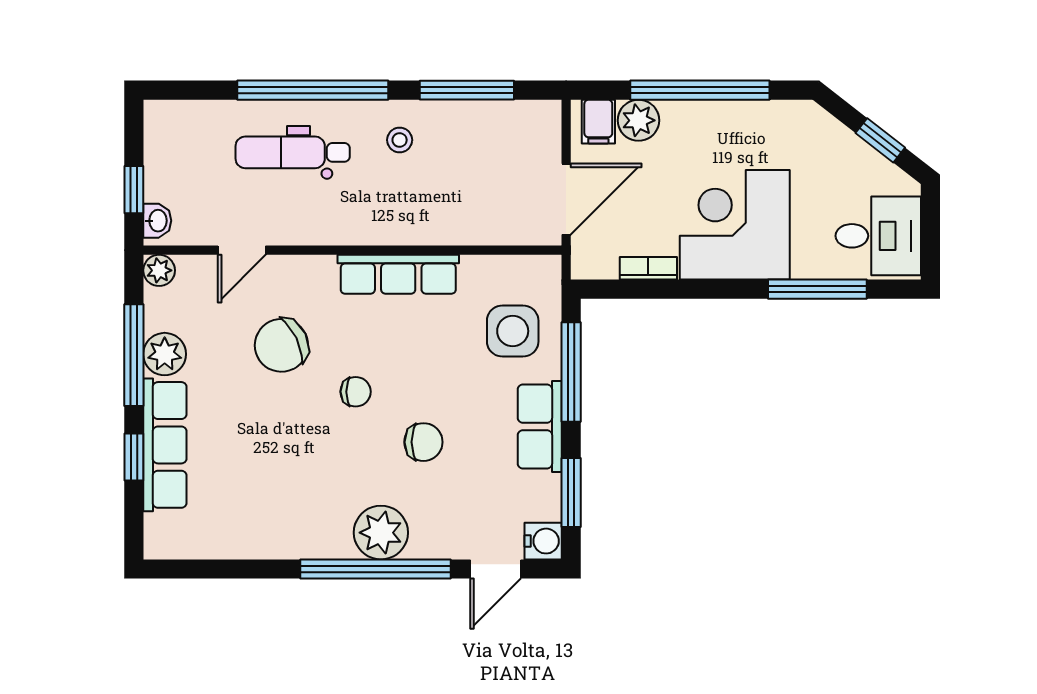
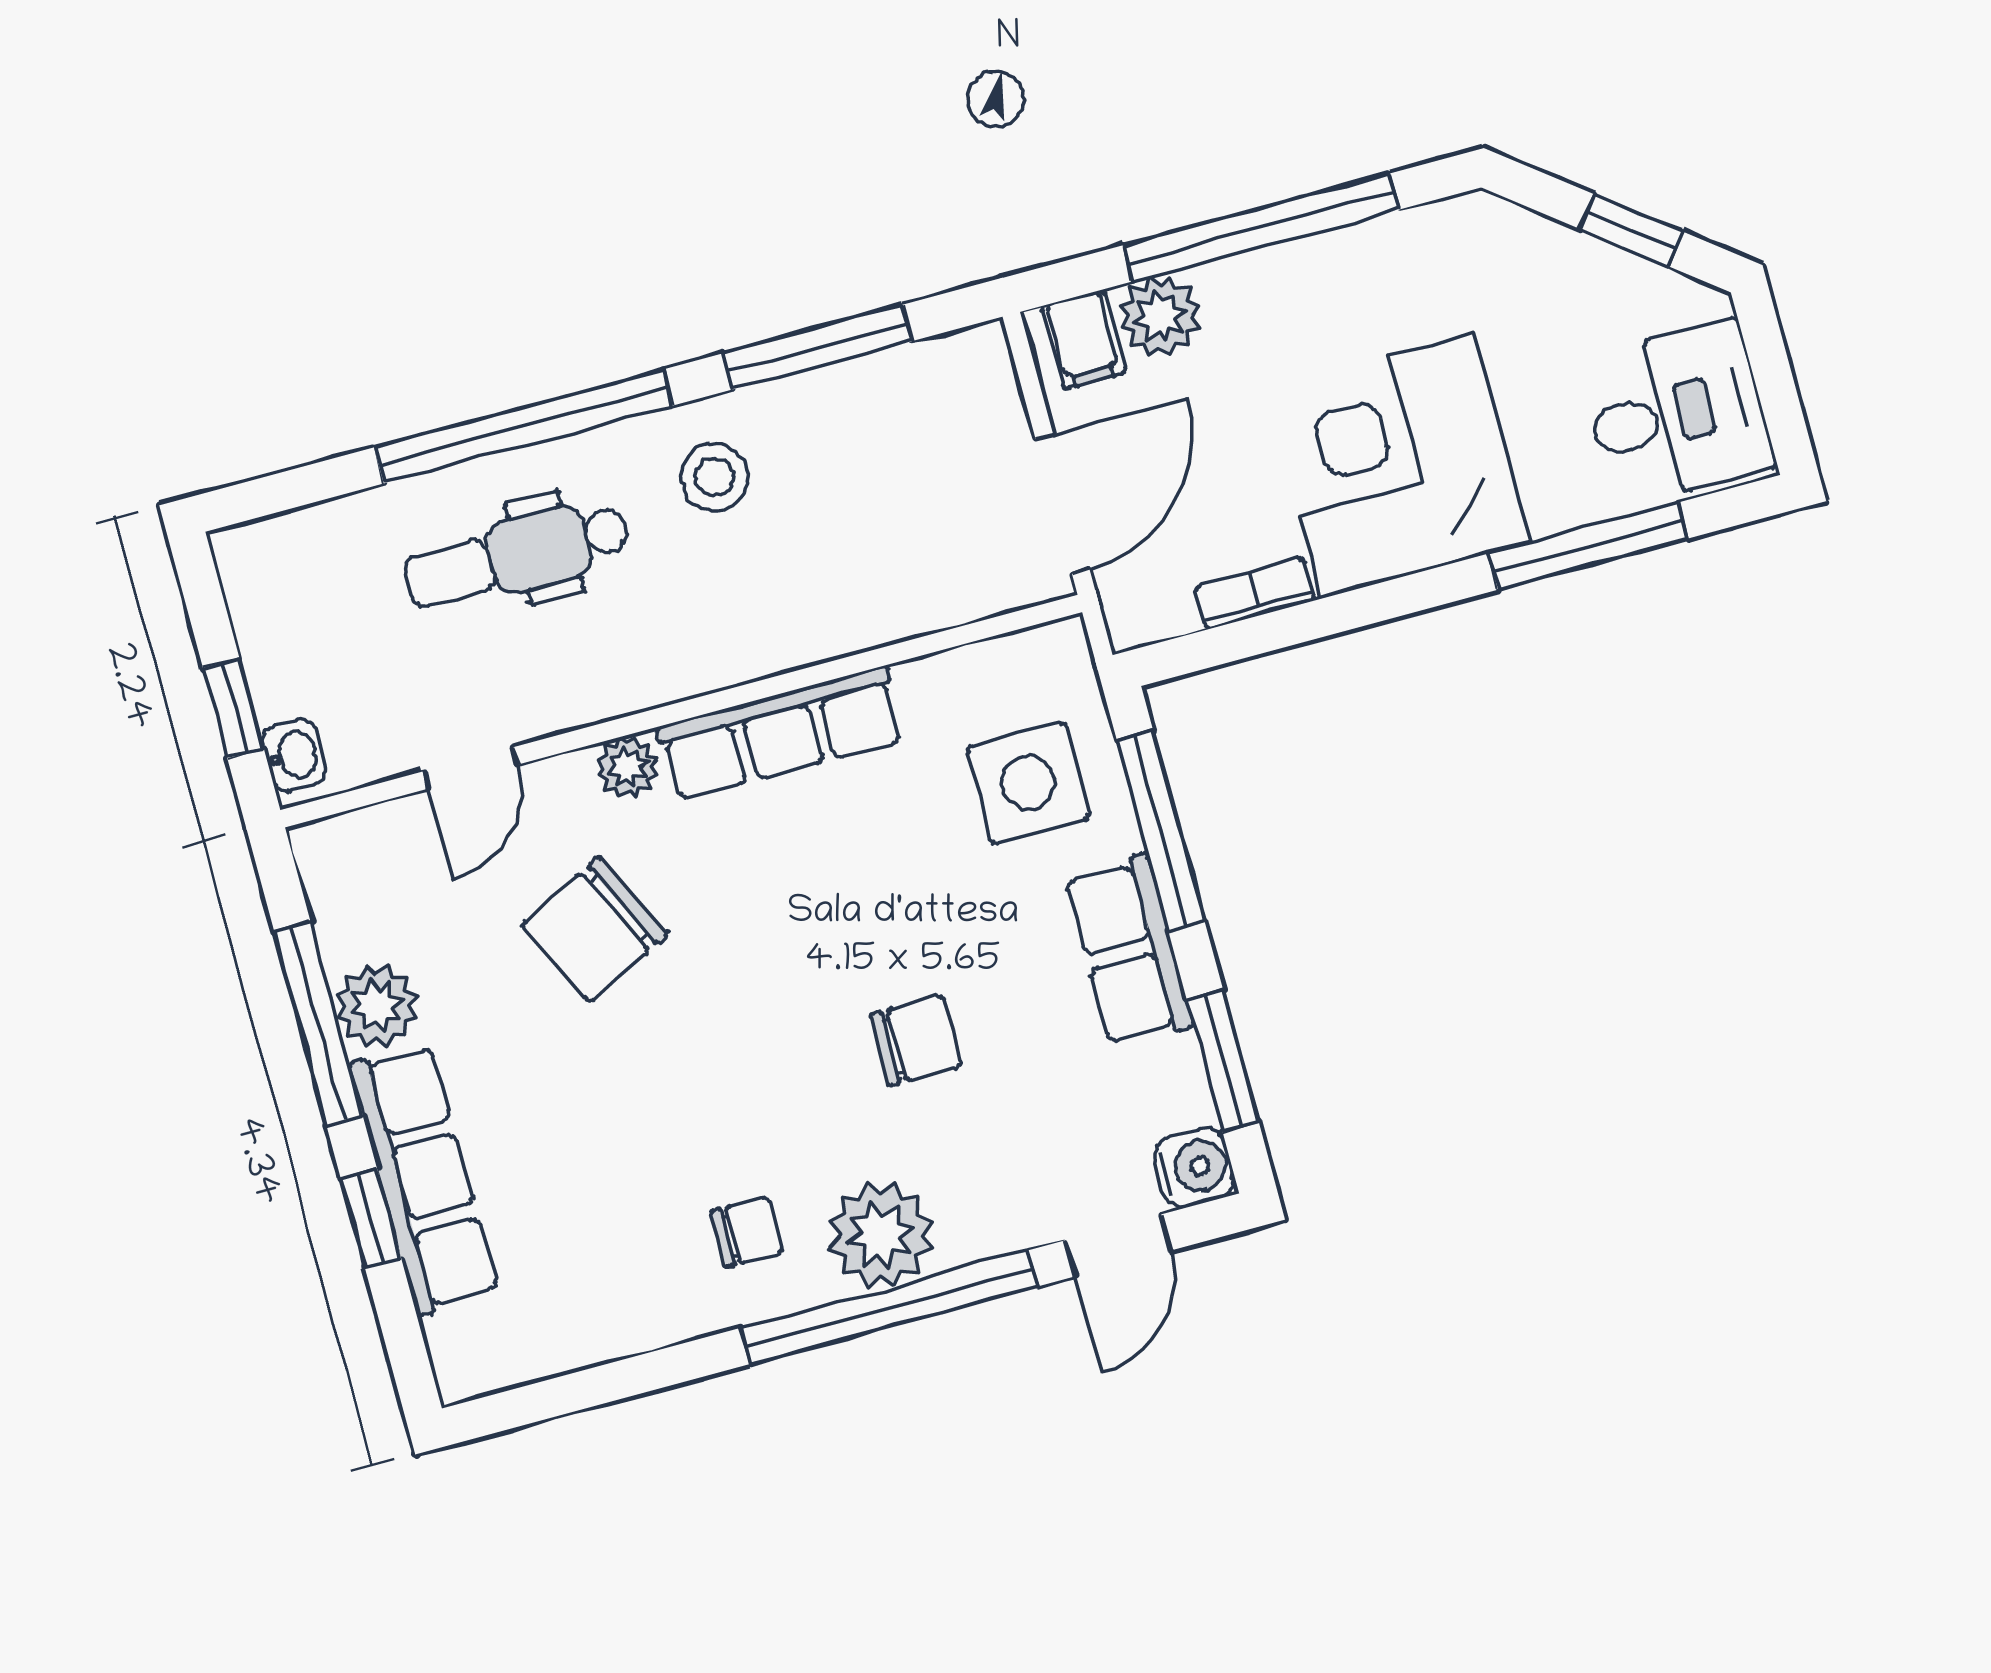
stool: (400, 140) -> (714, 477), width x1.37, depth x1.37
plant: (159, 270) -> (627, 767), moved
chair: (356, 392) -> (747, 1232), moved

